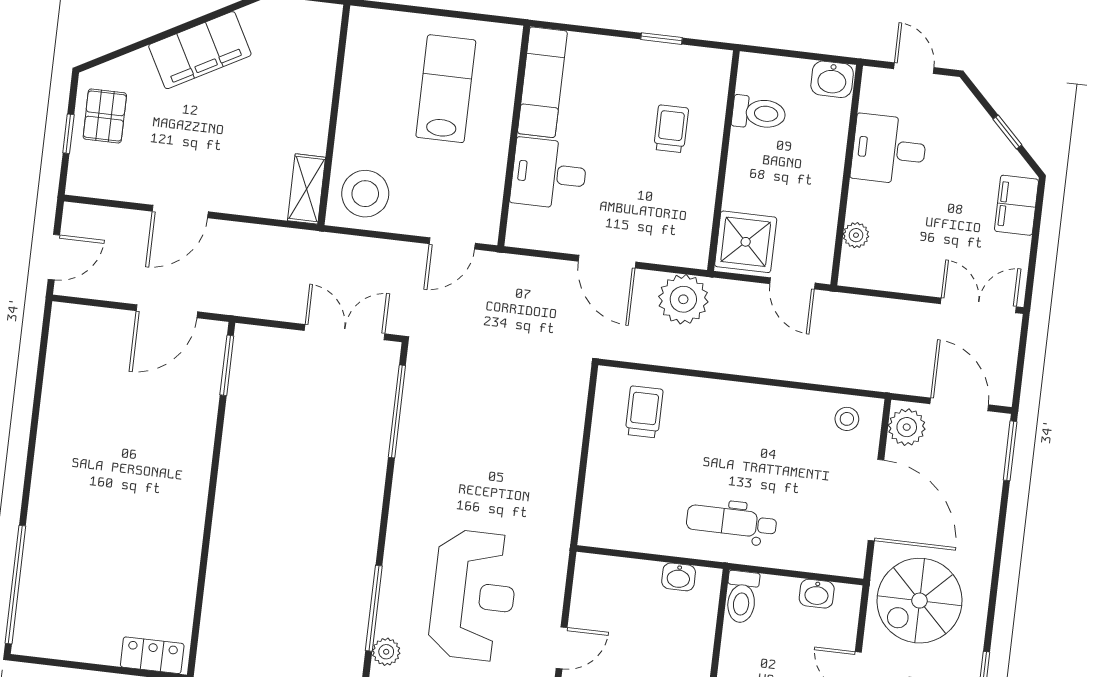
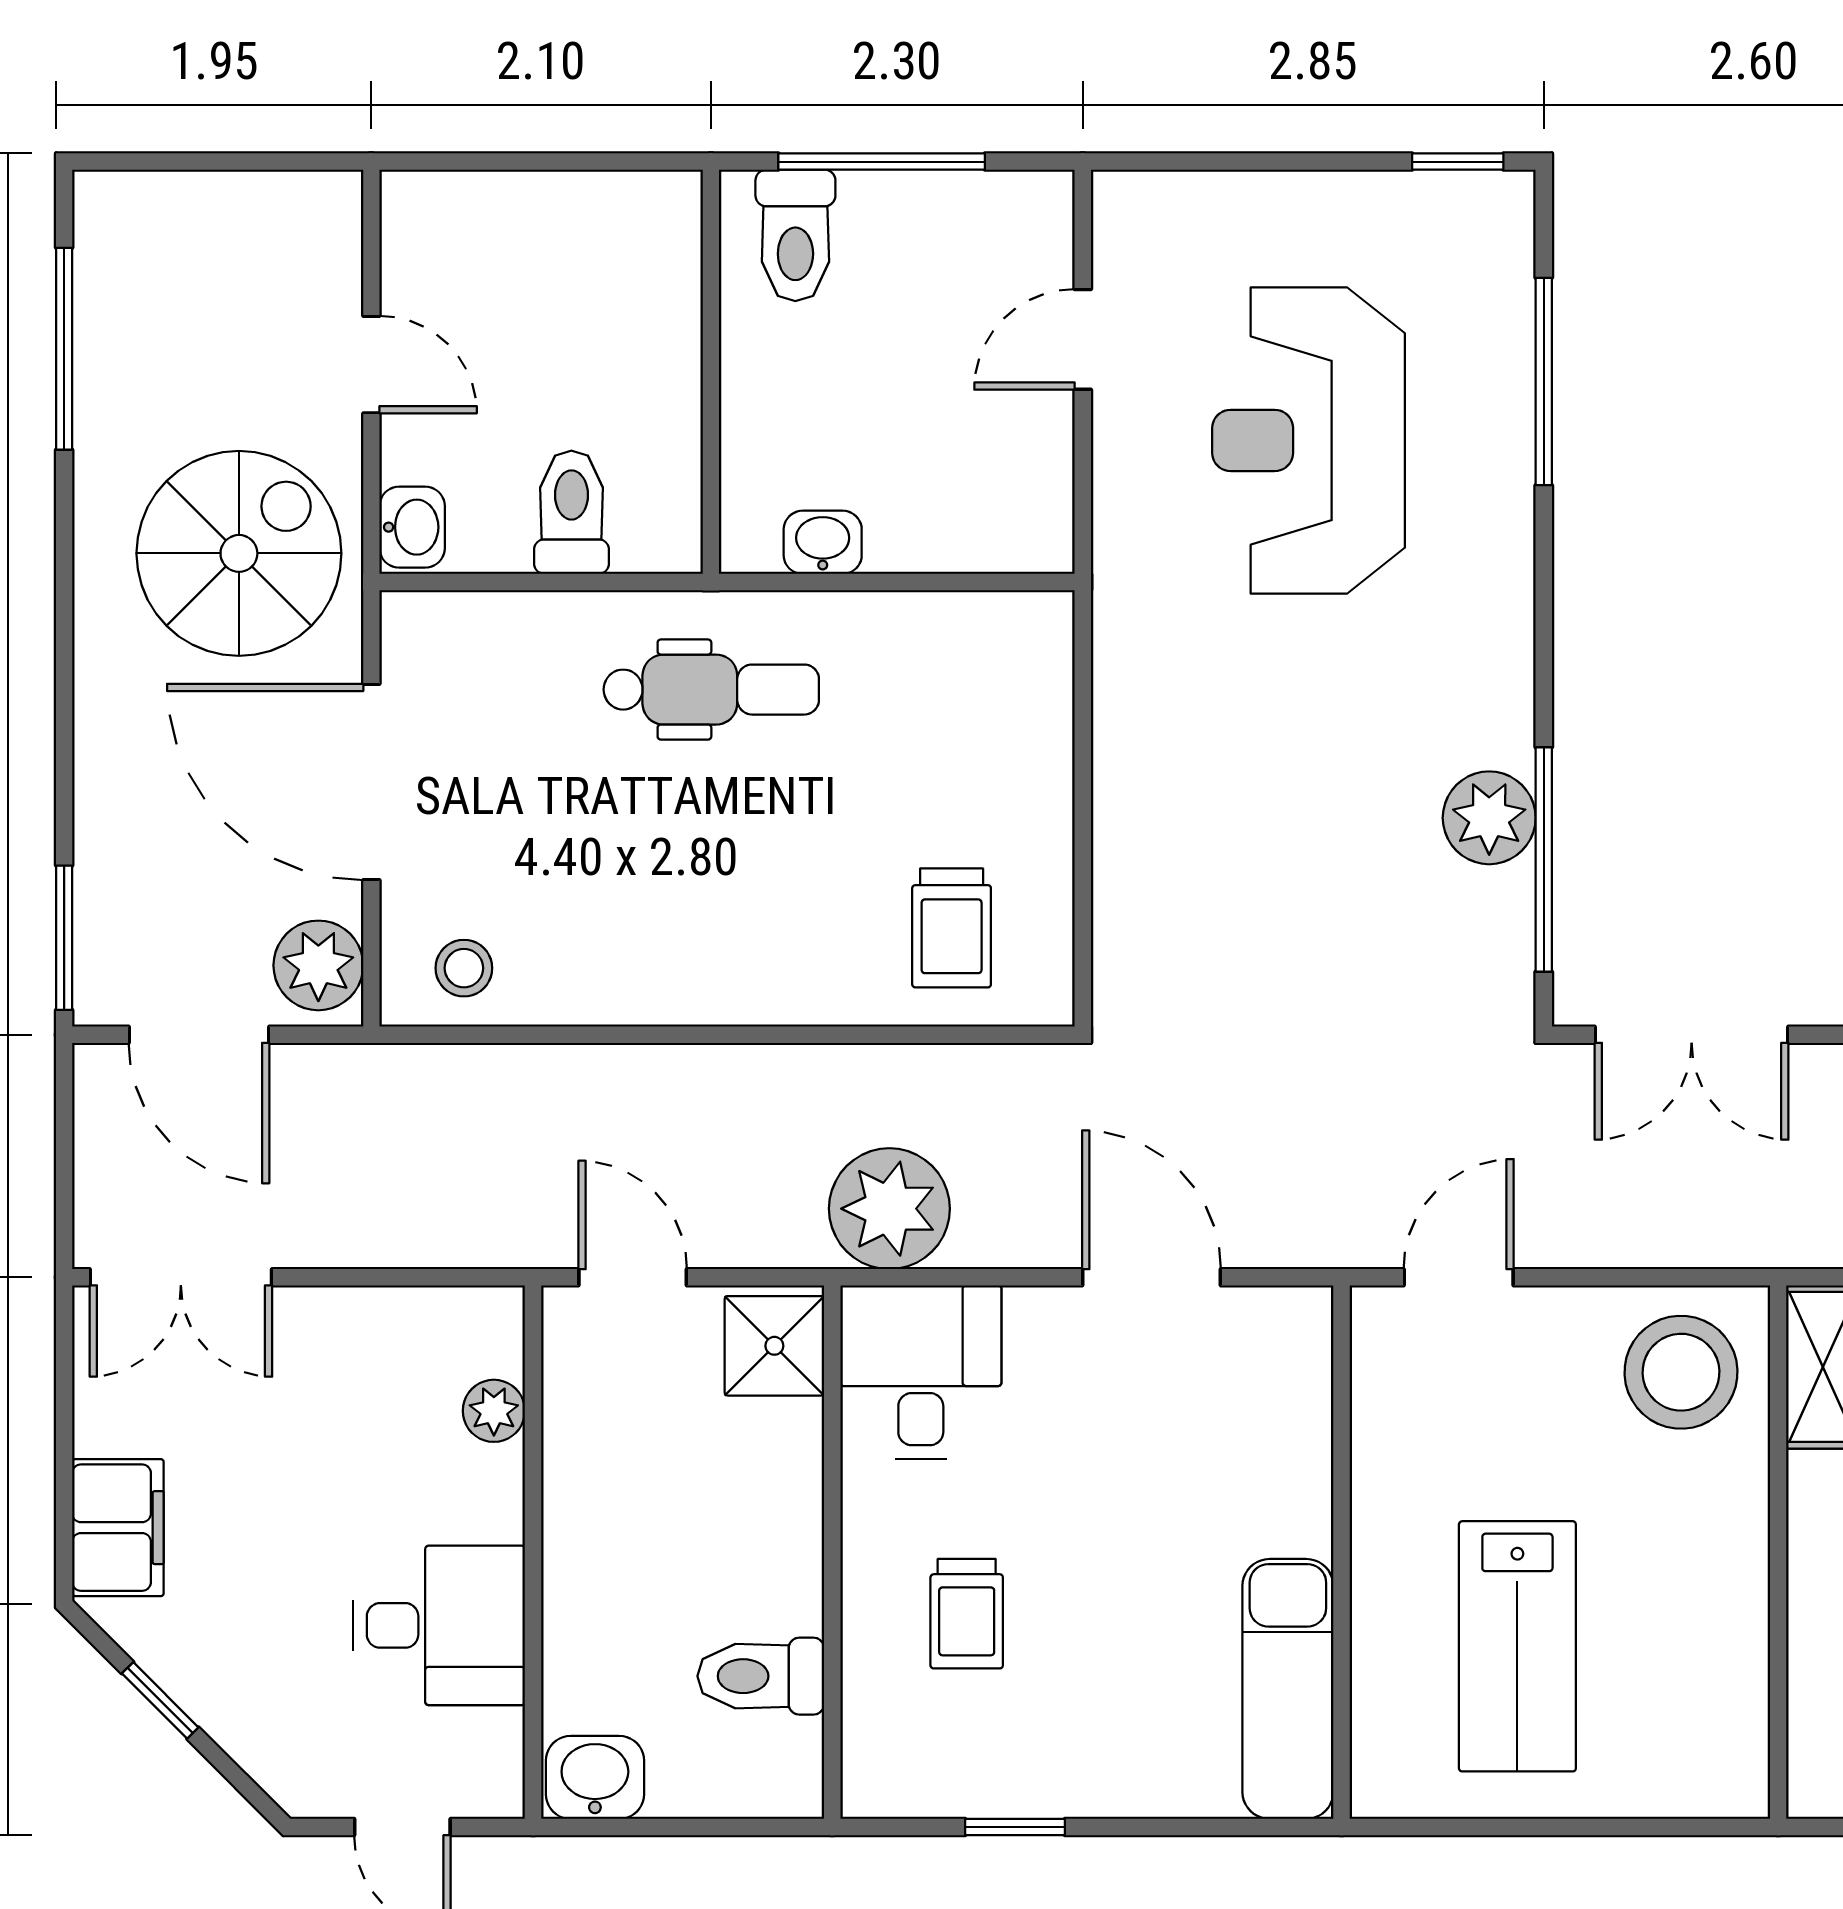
desk: (549, 174) -> (921, 1372), moved, turned -90
shower: (746, 242) -> (774, 1346), width x0.73, depth x0.73
door: (607, 262) -> (1151, 1277), moved
washbasin: (817, 594) -> (412, 527), moved, turned 90
toilet: (742, 597) -> (571, 512), moved
plant: (386, 652) -> (1489, 818), moved, width x1.38, depth x1.38

